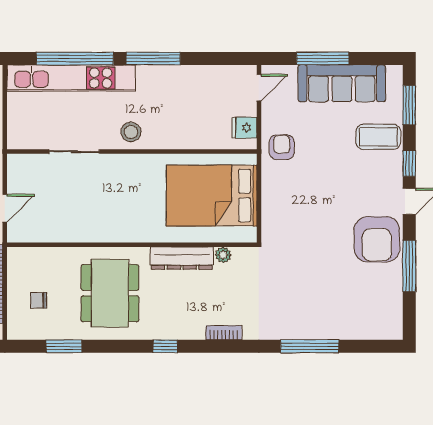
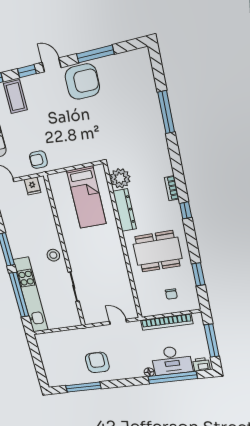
bed: (212, 196) -> (87, 197), width x0.67
plant: (223, 255) -> (120, 178), width x1.88, depth x1.88
bookcase: (224, 333) -> (172, 188), moved

